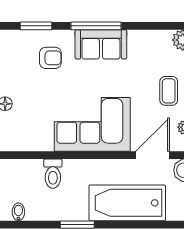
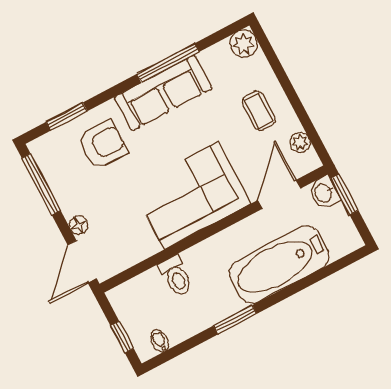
window: (96, 26) -> (168, 63), moved
sofa: (101, 44) -> (163, 93), width x1.36
armchair: (50, 58) -> (103, 145), width x1.38, depth x1.38

